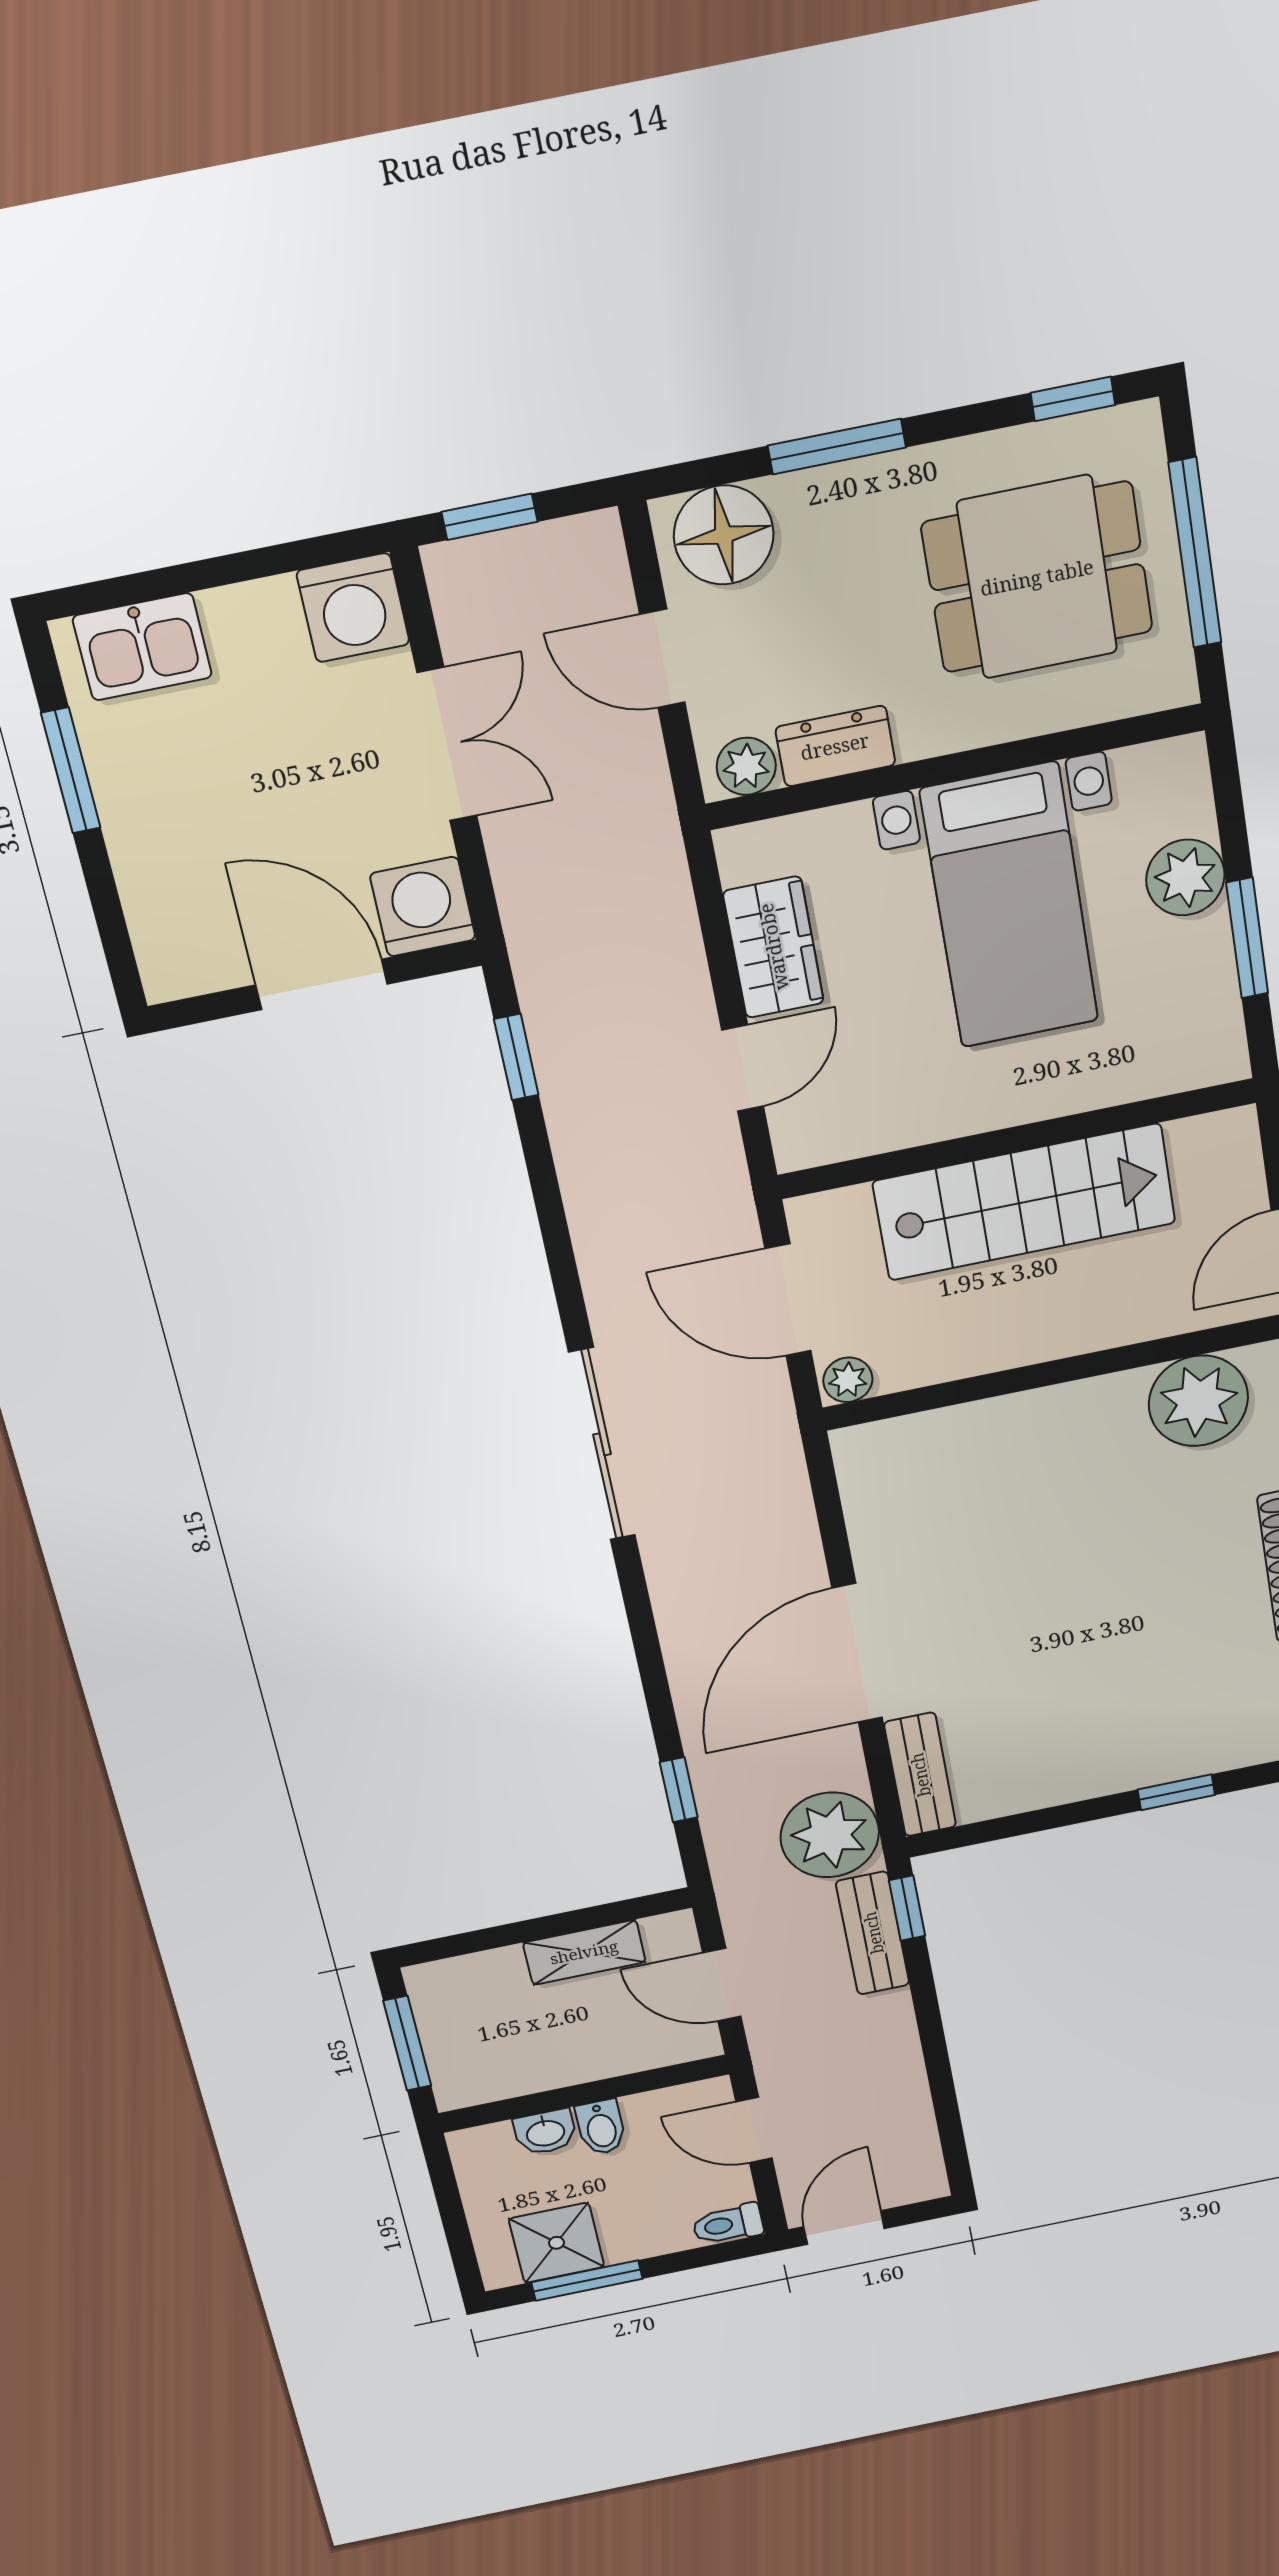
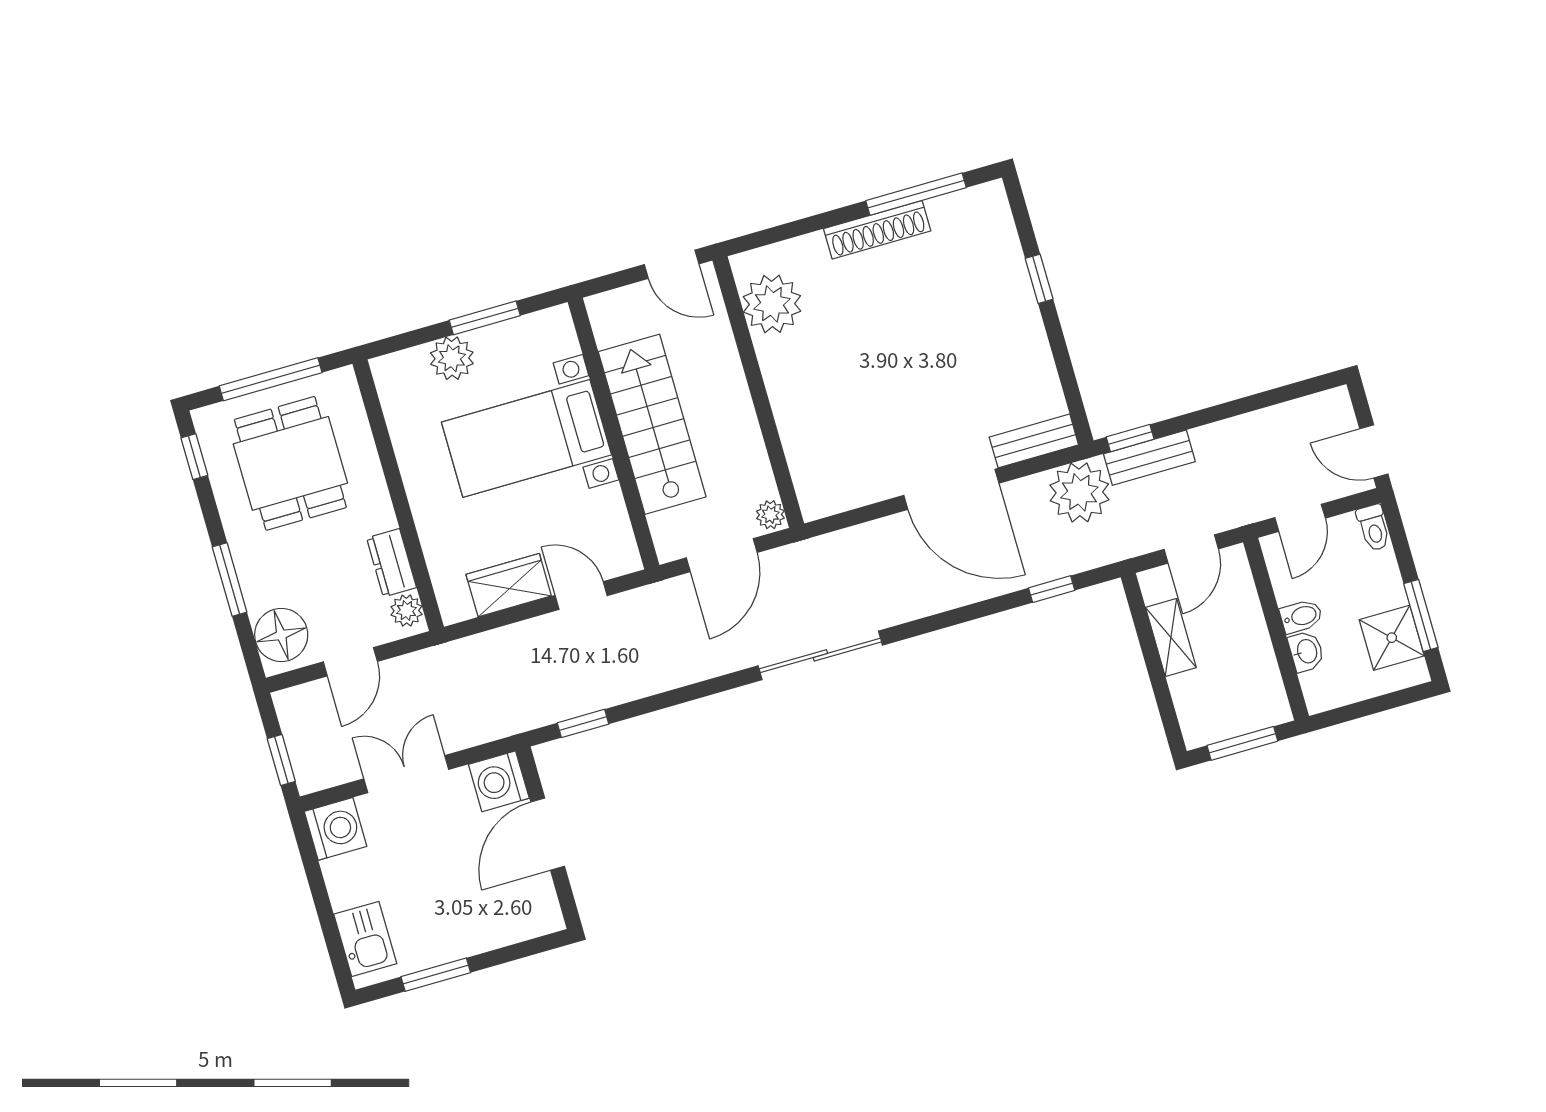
bed with nightstands: (1010, 906) -> (526, 438), moved, turned 180

